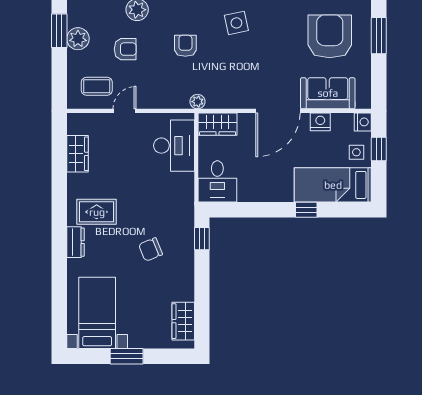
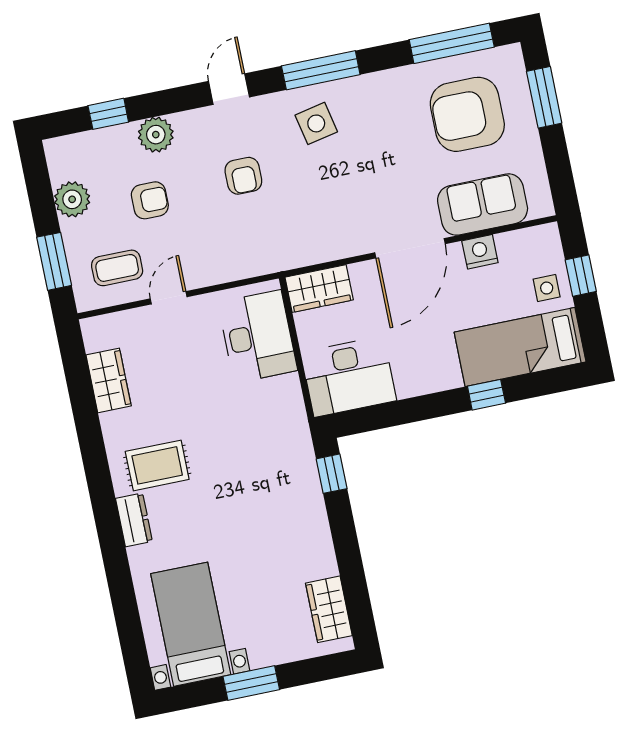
window: (59, 31) -> (54, 261), moved
armchair: (330, 36) -> (467, 114), turned -90
armchair: (185, 46) -> (243, 176), turned 180
plant: (197, 102) -> (280, 260), removed
nightstand: (363, 122) -> (547, 238), removed
desk: (217, 181) -> (349, 376), width x1.37
chair: (151, 249) -> (254, 507), removed

